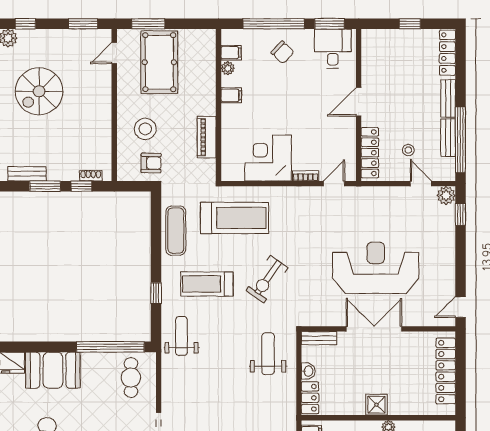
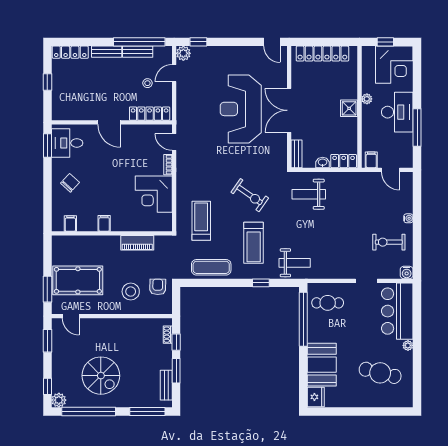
window: (274, 24) -> (47, 190), removed
plant: (228, 68) -> (83, 226), removed
treadmill: (235, 218) -> (201, 221), width x0.73, depth x0.73
weight bench: (181, 336) -> (295, 263), turned 180

